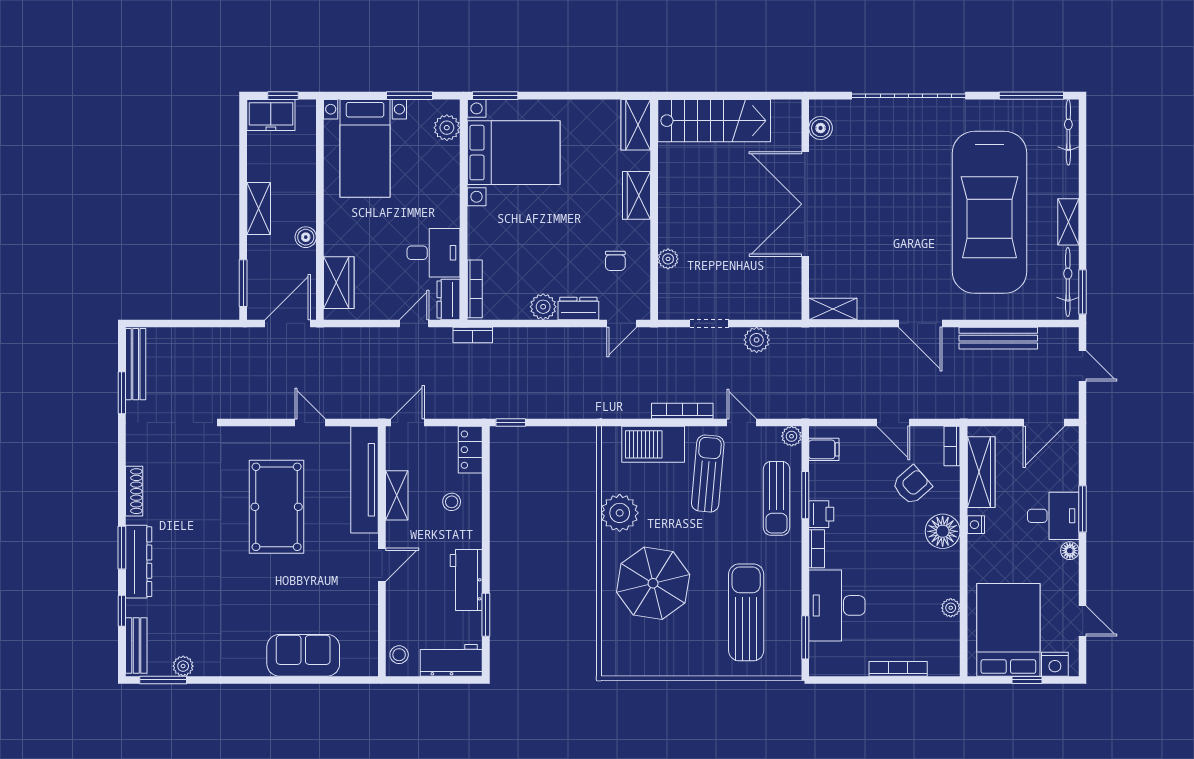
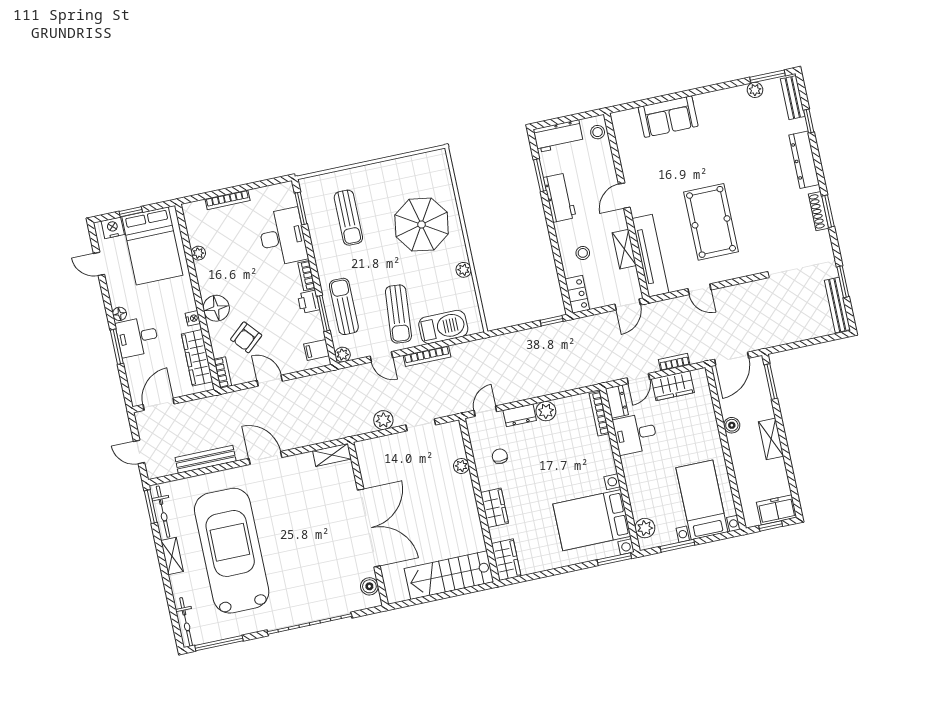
wardrobe: (339, 283) -> (673, 386), moved, turned -90
bookcase: (473, 335) -> (674, 362), moved
plant: (620, 513) -> (464, 270), width x0.53, depth x0.53
window: (122, 548) -> (828, 211), moved
sun lounger: (746, 612) -> (348, 218), width x0.73, depth x0.75

